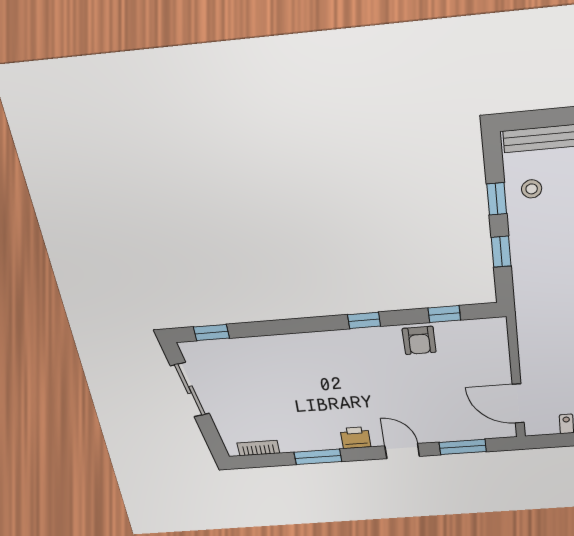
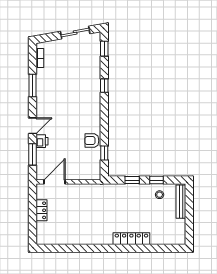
window: (364, 320) -> (104, 86), moved
printer: (355, 438) -> (42, 141), moved

